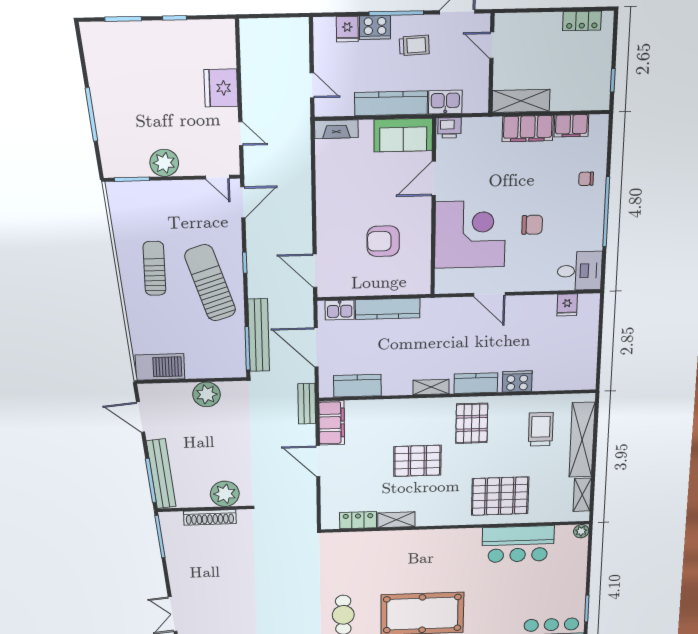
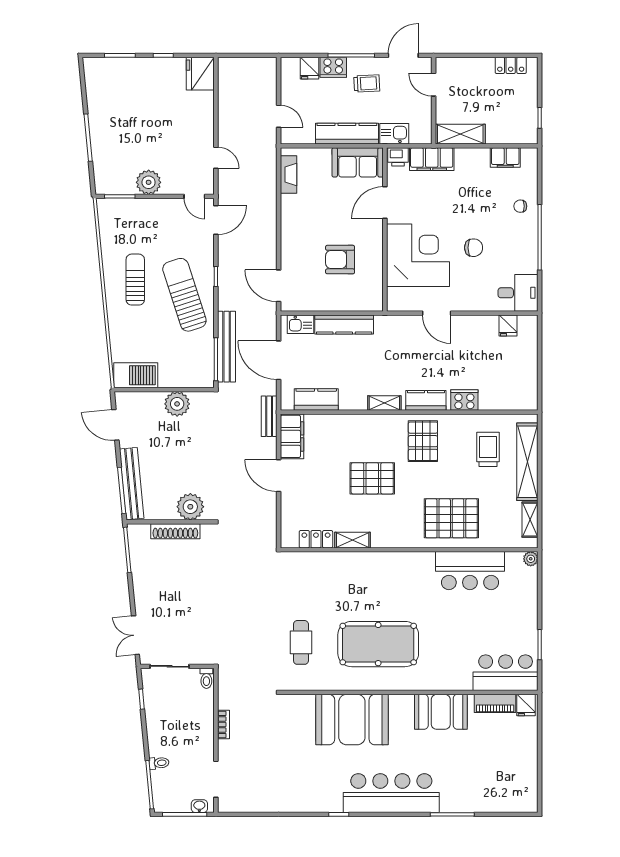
fridge: (221, 88) -> (200, 74), moved
fireplace: (336, 129) -> (288, 175), moved, turned -90
filing cabinet: (528, 129) -> (432, 159), moved

